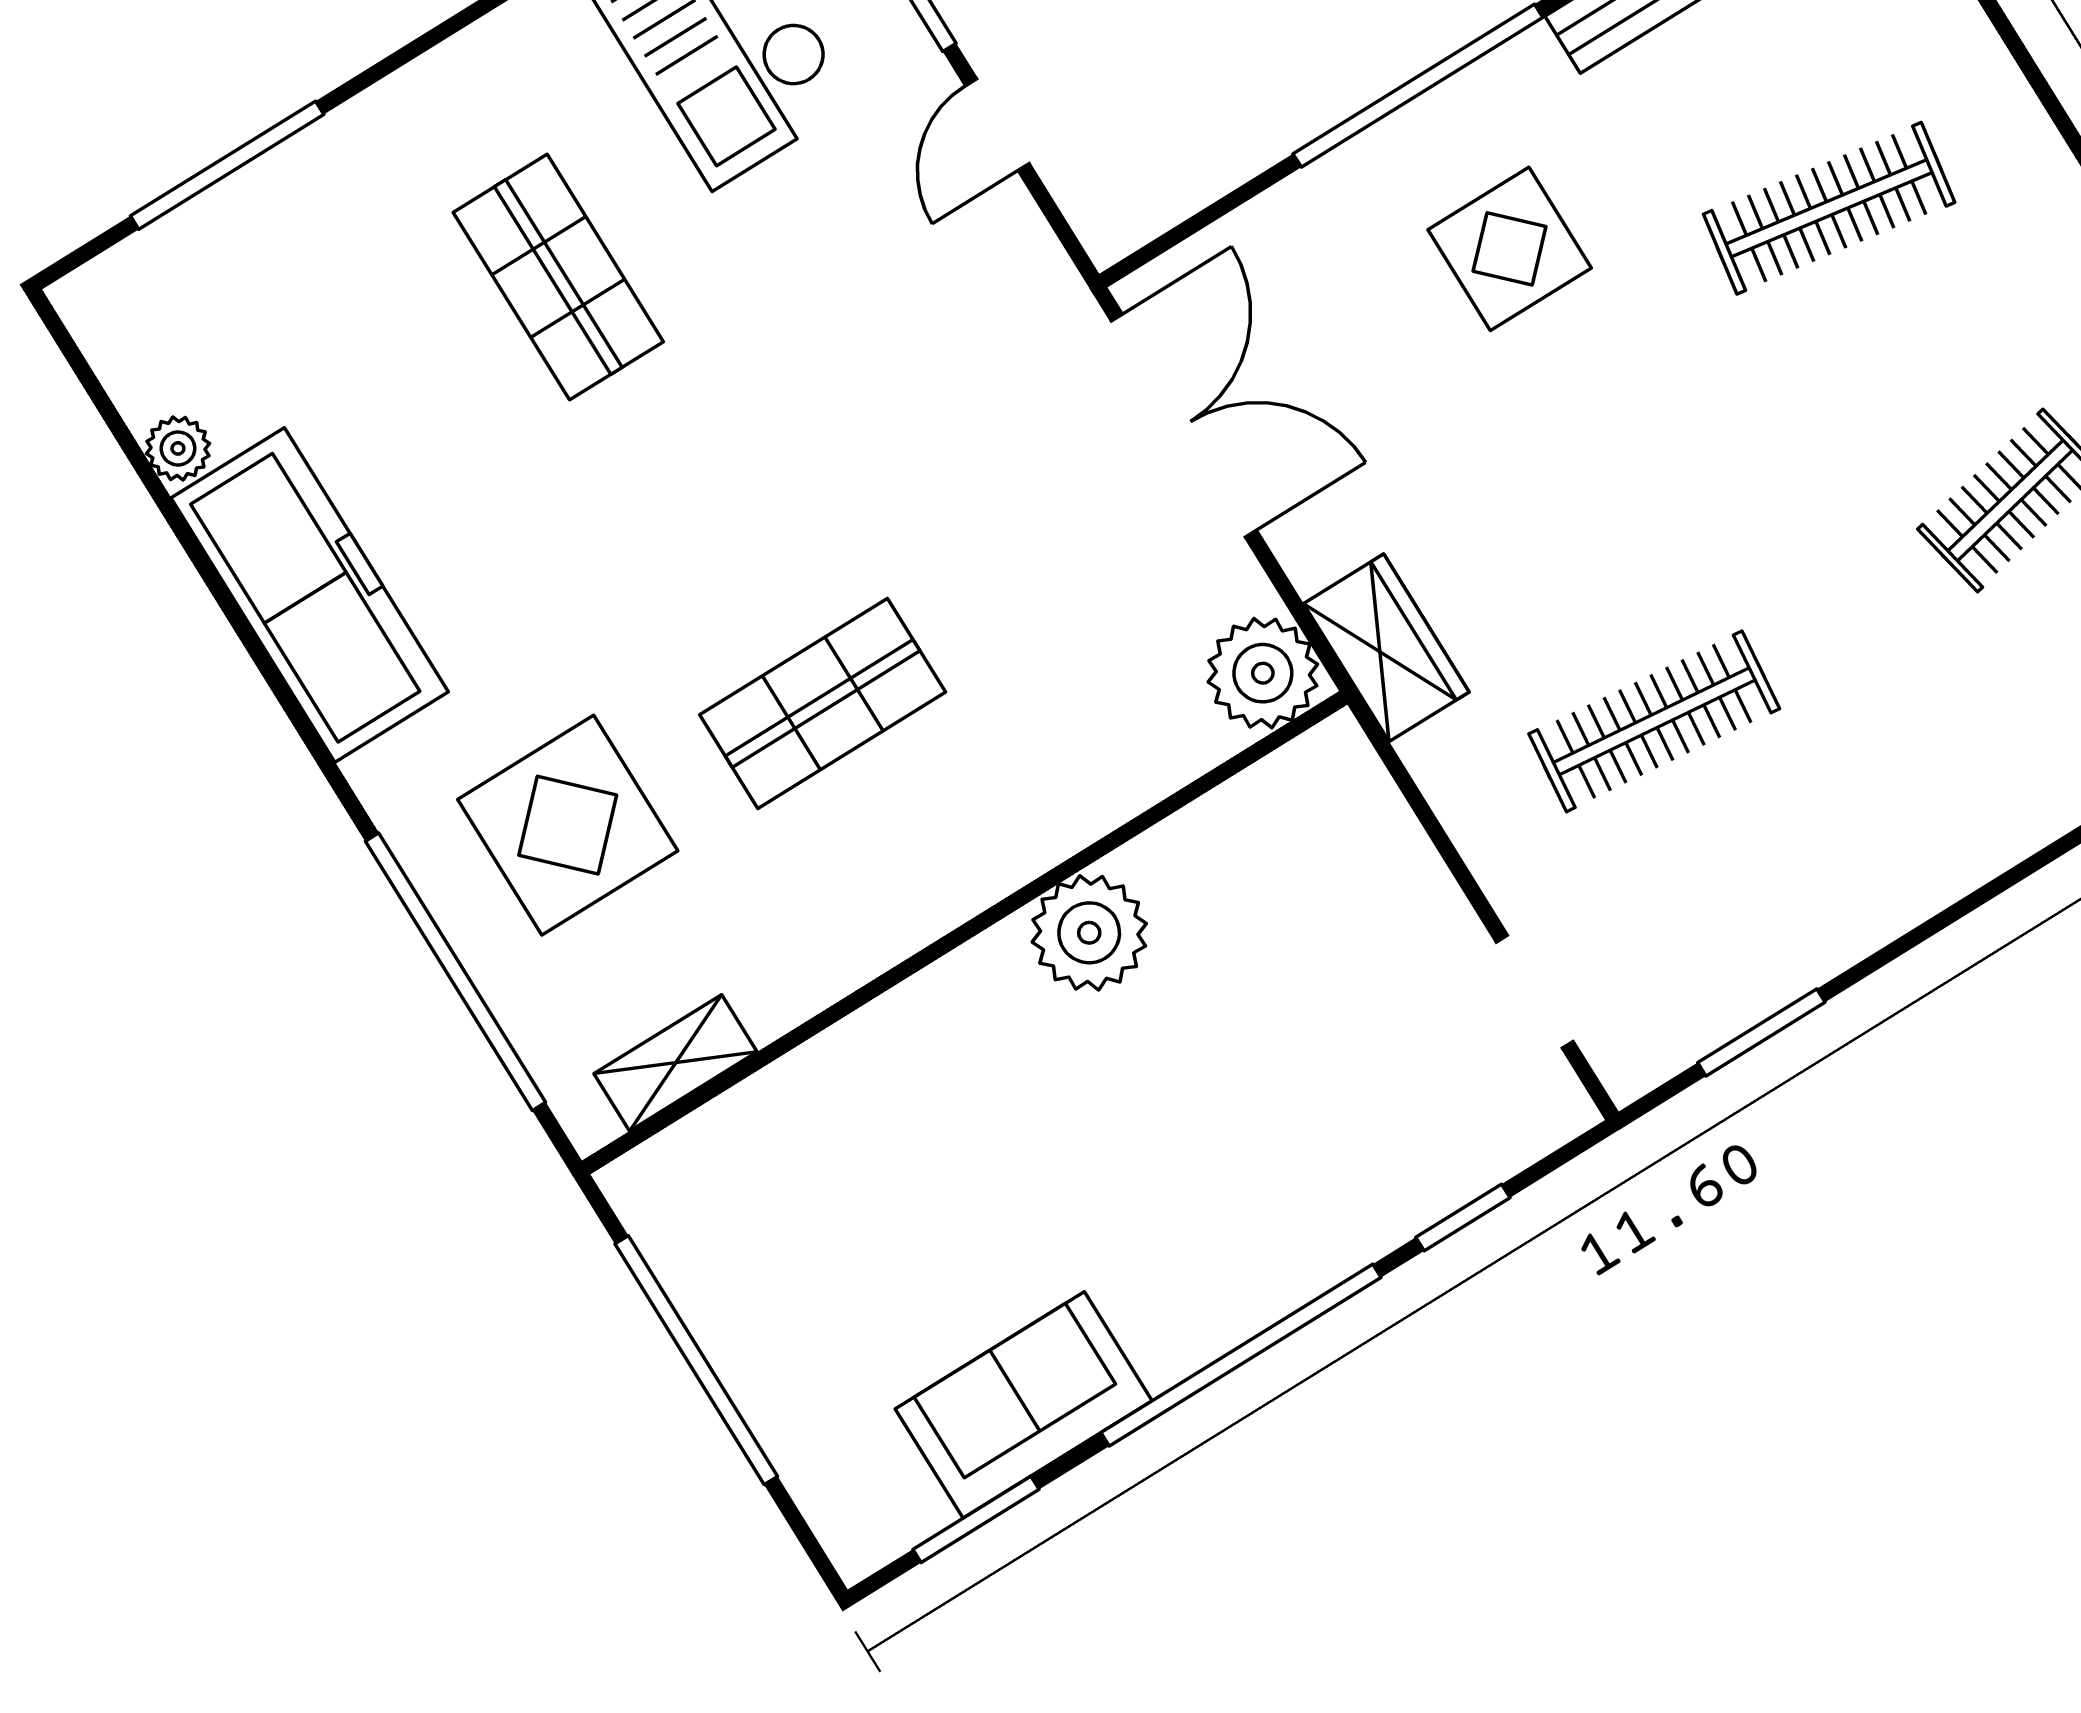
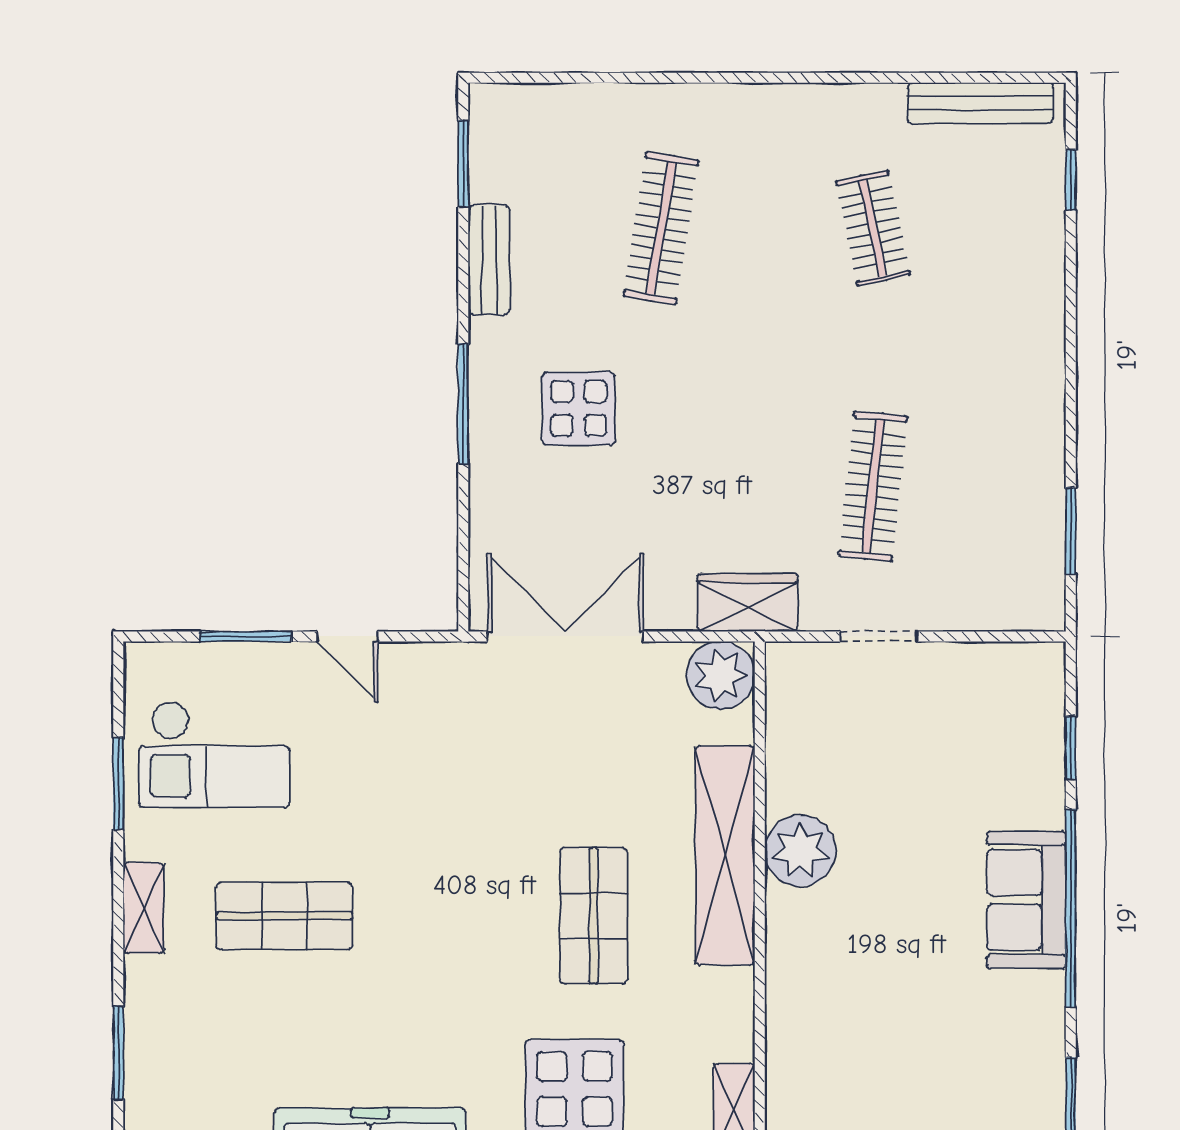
shelving: (449, 76) -> (144, 908), added
window: (1418, 86) -> (463, 403), width x0.68
window: (227, 165) -> (118, 1053), width x0.69
shelving: (1019, 833) -> (725, 855), added
doorway: (1535, 992) -> (879, 636), moved
sofa: (1024, 1405) -> (1026, 900), moved

